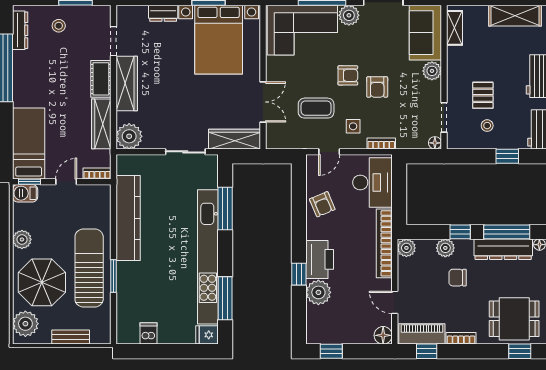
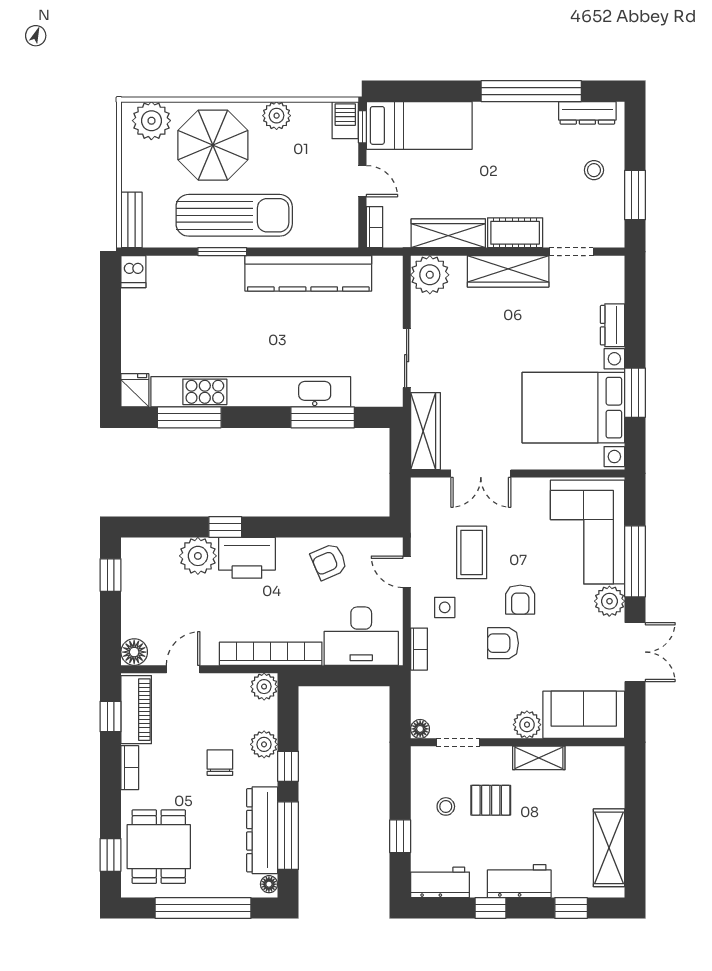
shelving: (454, 28) -> (539, 758), moved
dishwasher: (148, 333) -> (133, 272), moved, turned 90
bench: (71, 337) -> (132, 220), moved

